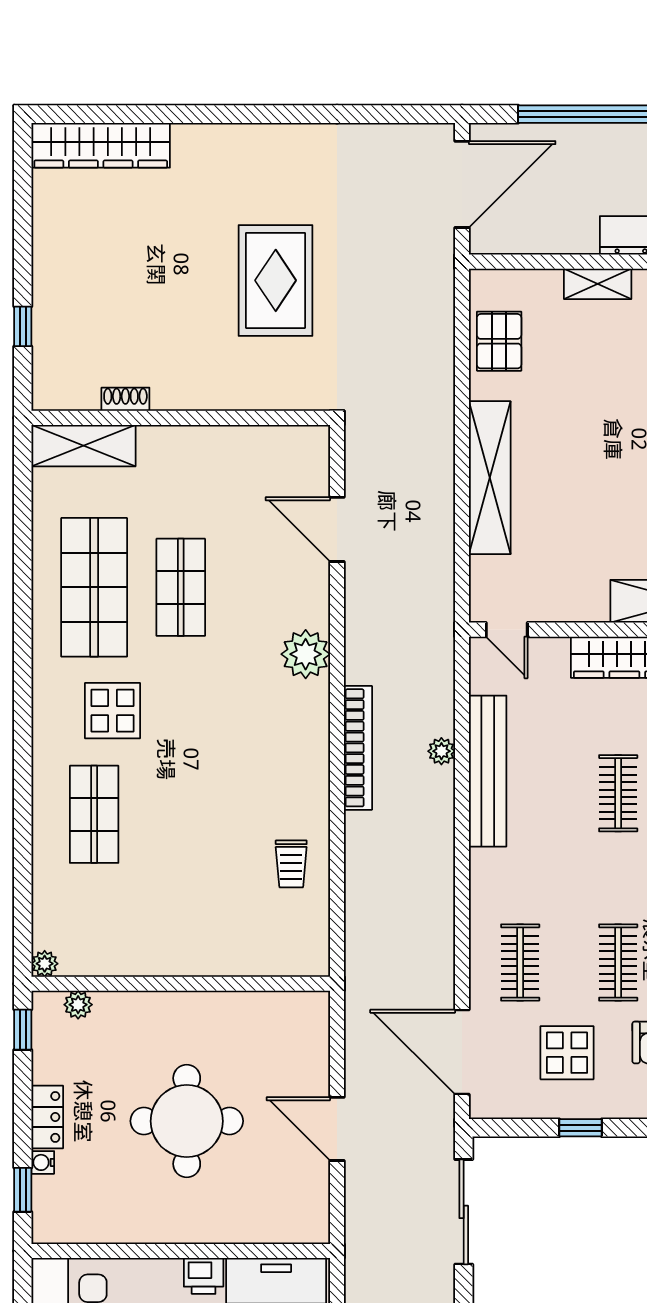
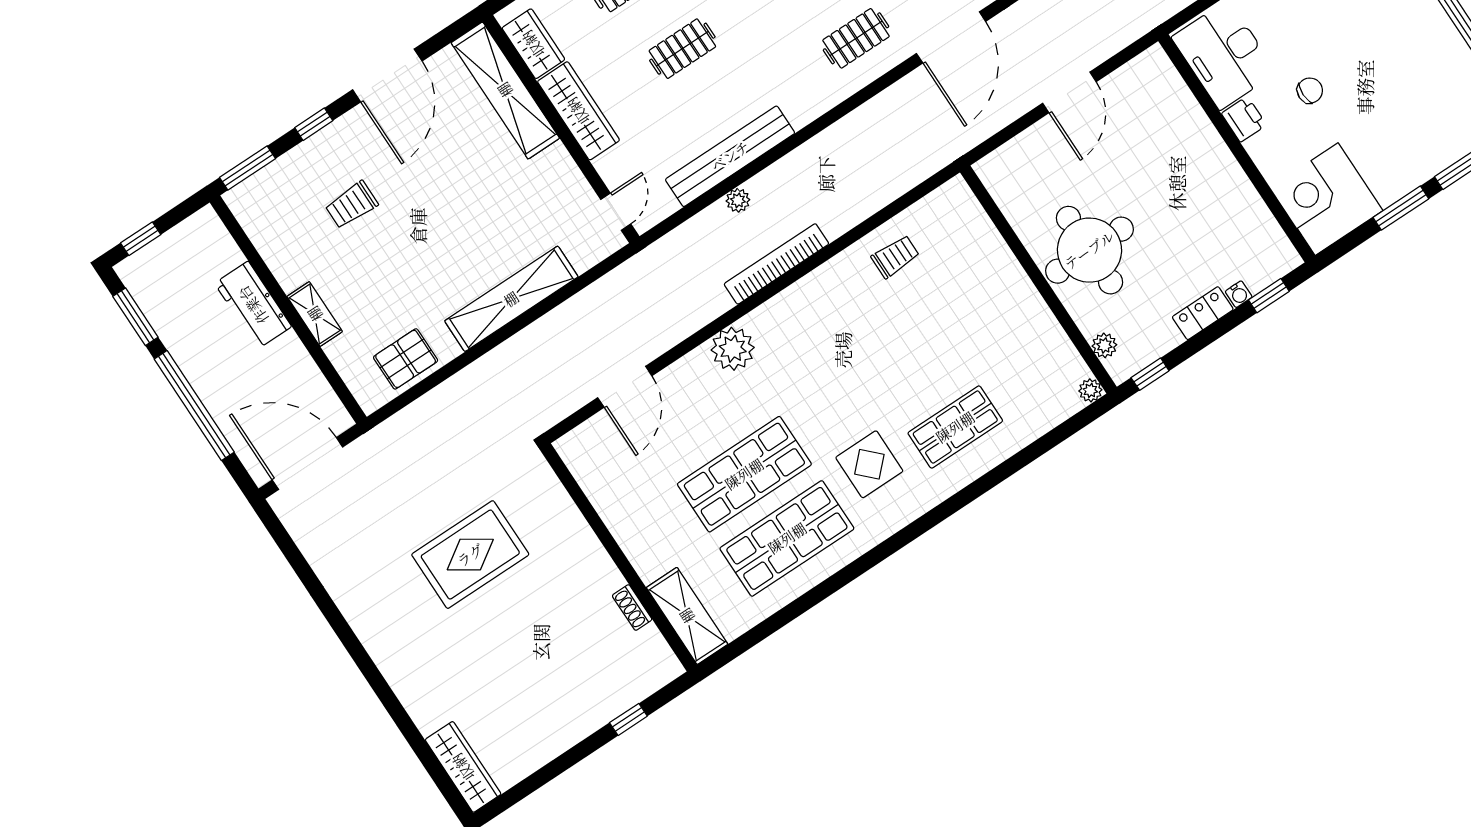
wardrobe: (101, 145) -> (463, 767), width x0.71, depth x0.85
shop shelf: (181, 587) -> (744, 474), width x1.43, depth x1.36
round table: (187, 1121) -> (1089, 250), moved

